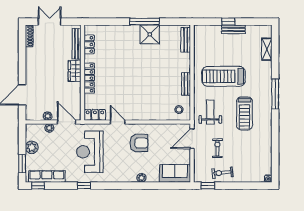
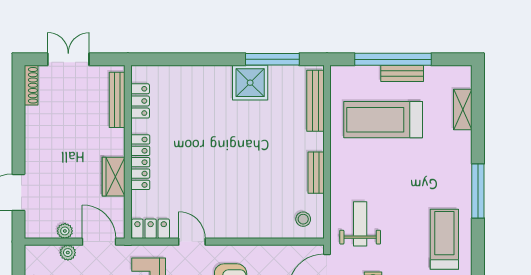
window: (145, 22) -> (272, 59), moved
window: (228, 22) -> (393, 59), width x3.17
bench: (186, 40) -> (315, 101), width x1.36
wardrobe: (75, 71) -> (114, 177), moved
treadmill: (223, 76) -> (383, 120), moved
treadmill: (244, 113) -> (444, 239), moved, turned 180

